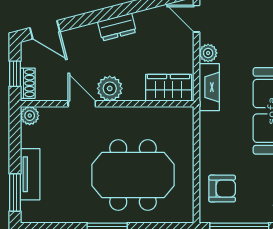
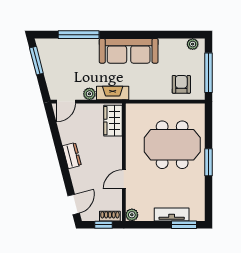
plant: (110, 88) -> (114, 160), removed
meeting table: (133, 175) -> (172, 145), turned 90

